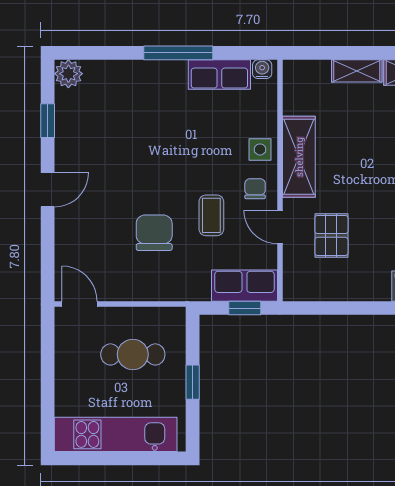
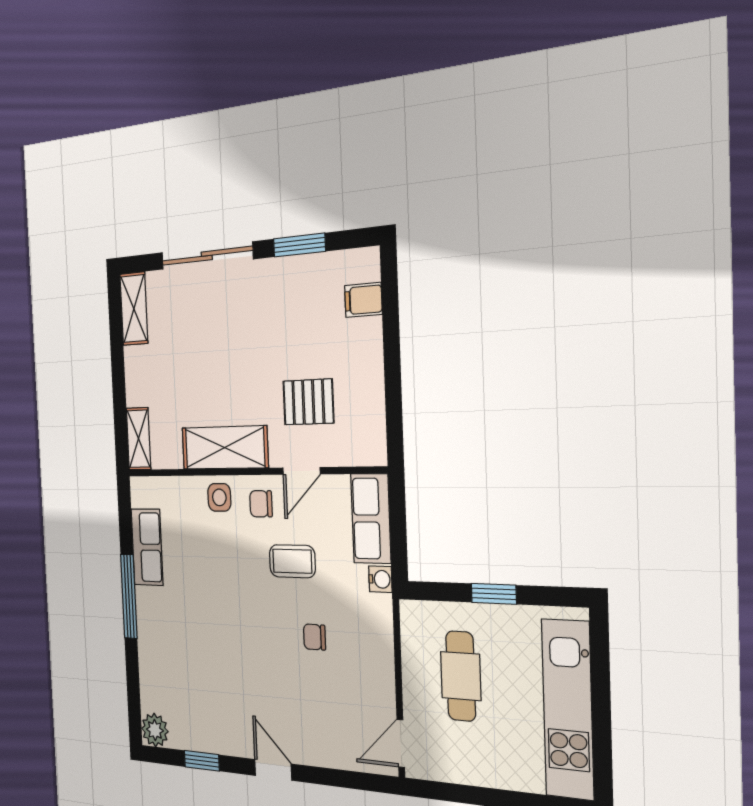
water cooler: (262, 69) -> (380, 579), moved, turned 180
shelving: (357, 71) -> (138, 439), moved
chair: (154, 233) -> (314, 637), width x0.54, depth x0.54
window: (245, 308) -> (398, 518), removed

